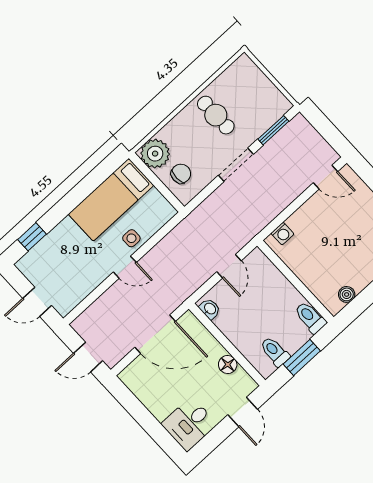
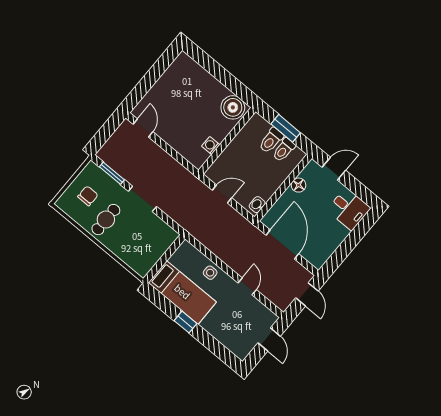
plant: (155, 154) -> (142, 263), removed
chair: (181, 174) -> (88, 196), moved, turned 90
washing machine: (282, 234) -> (211, 146), moved, turned -90
window: (32, 237) -> (185, 322), moved
door: (125, 267) -> (247, 286), moved
boiler: (347, 294) -> (233, 107), width x1.86, depth x1.86
toilet: (310, 317) -> (271, 140), moved

